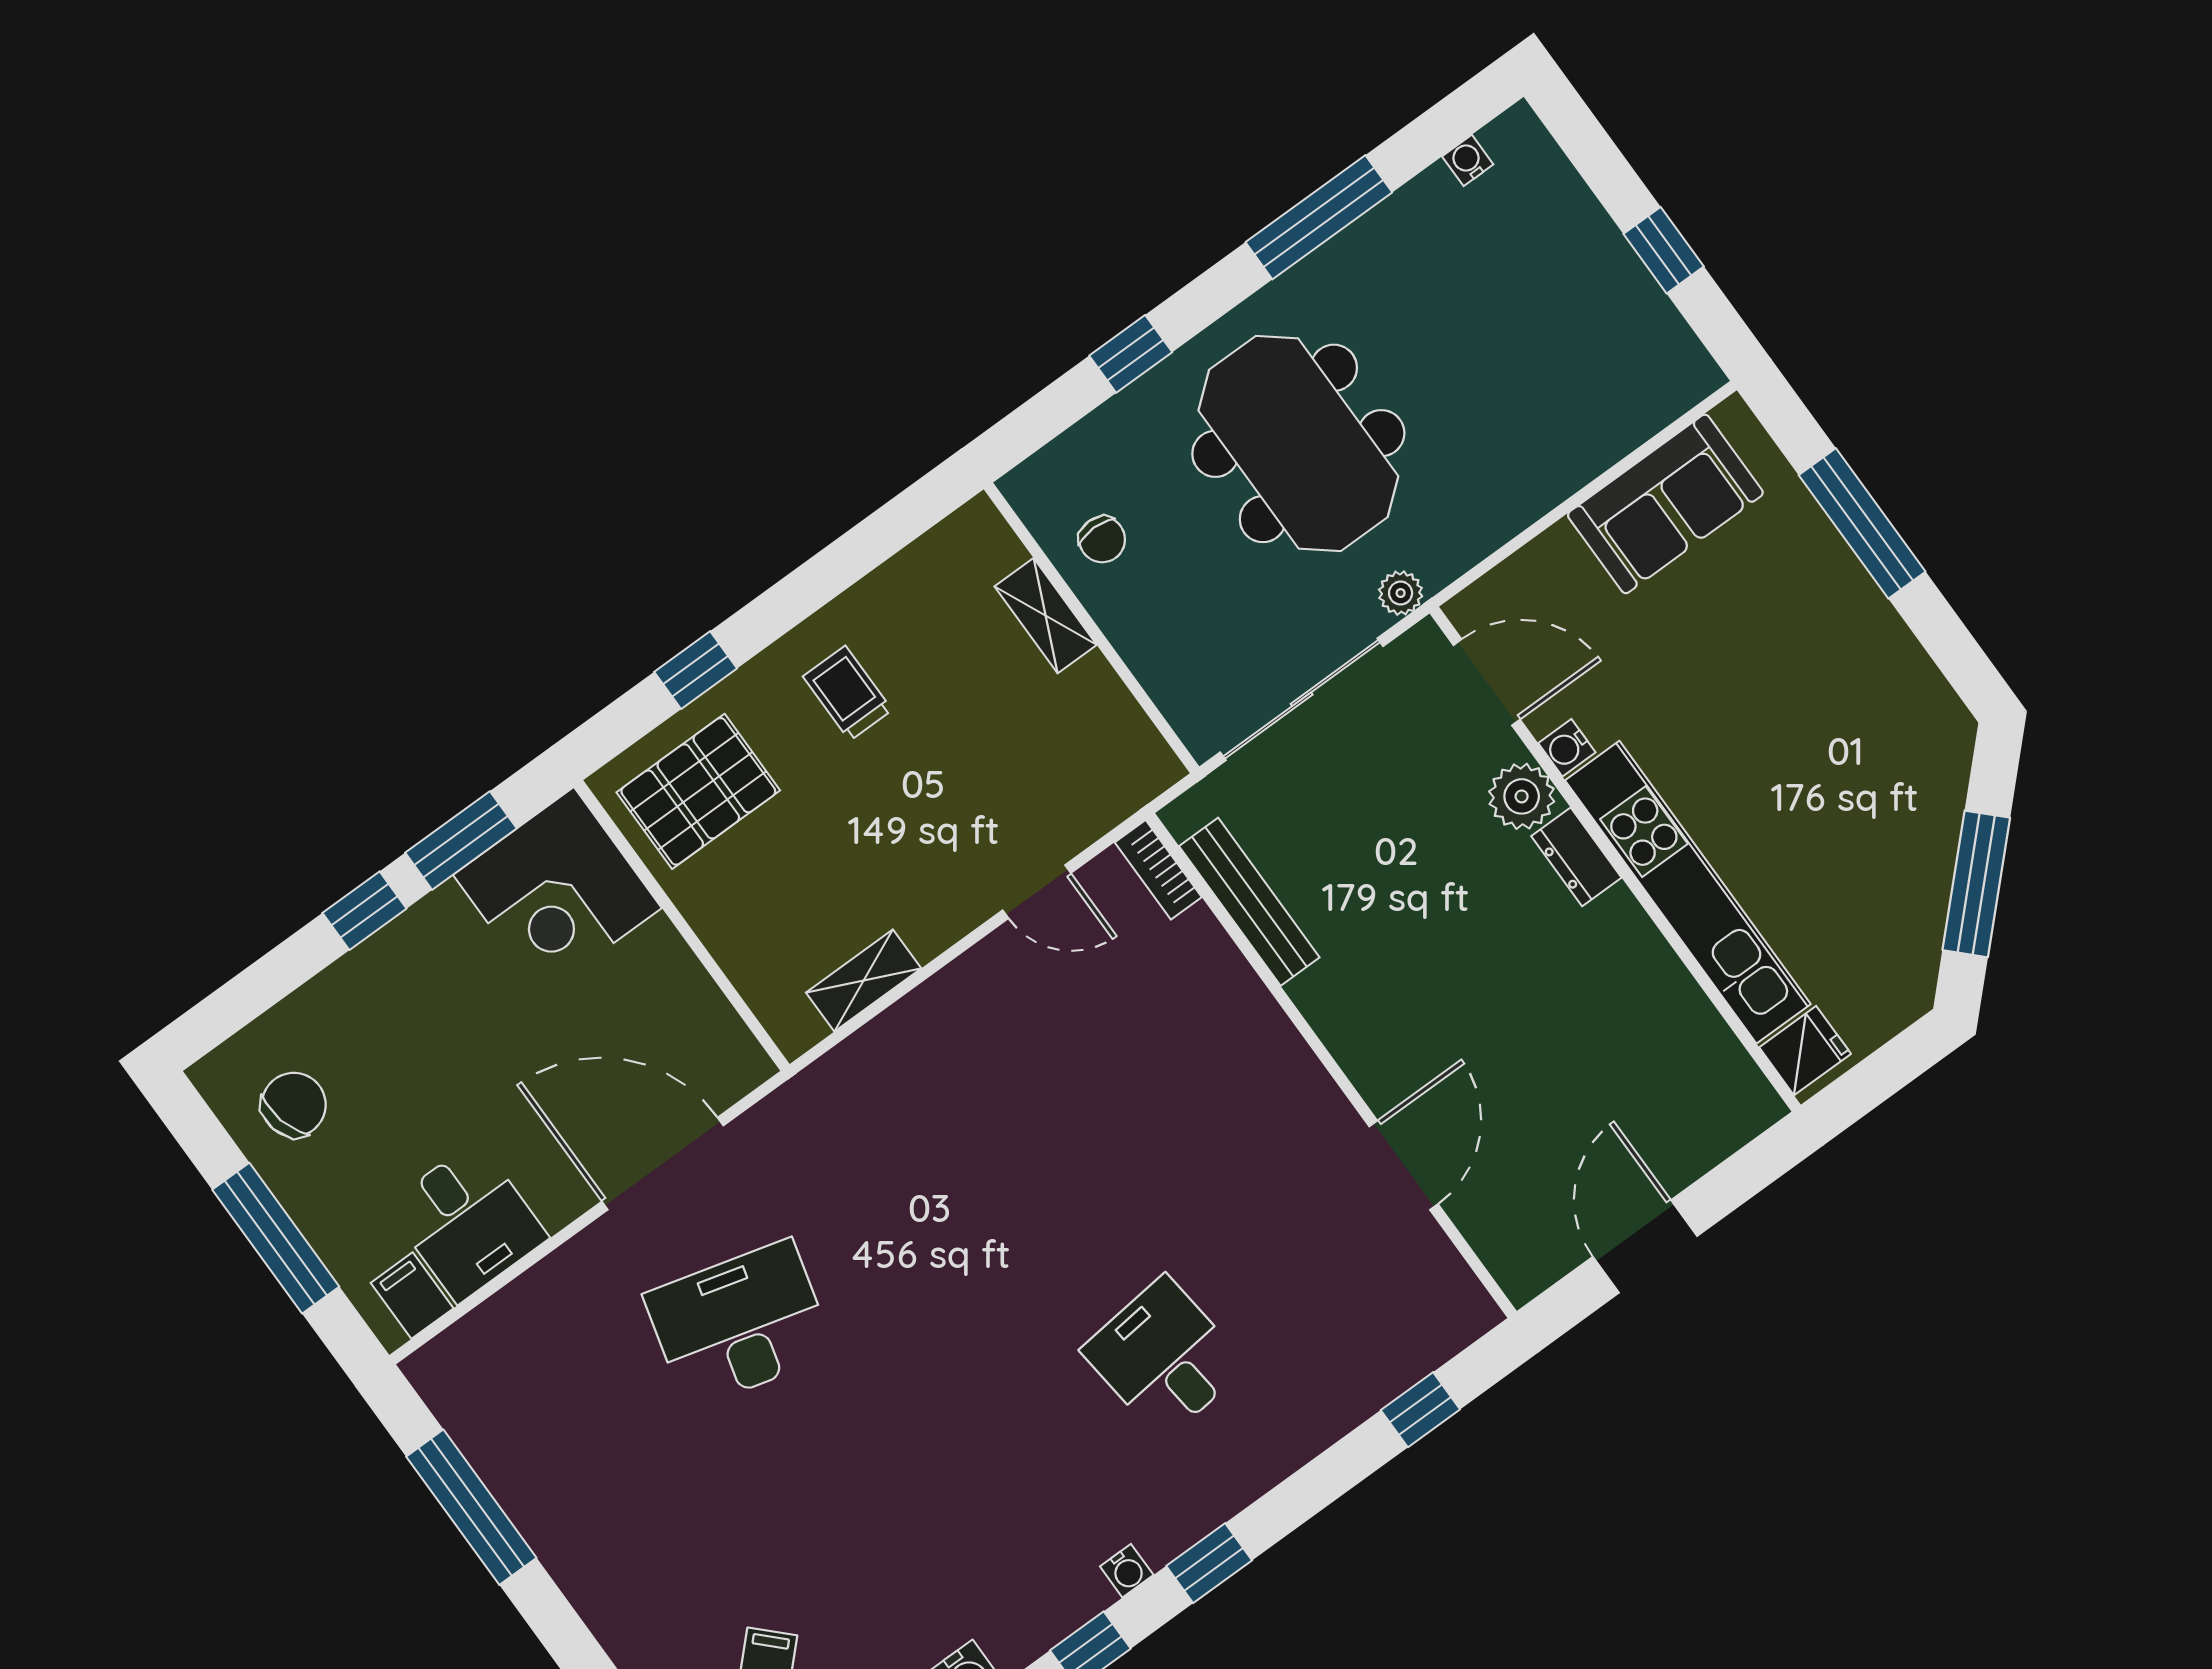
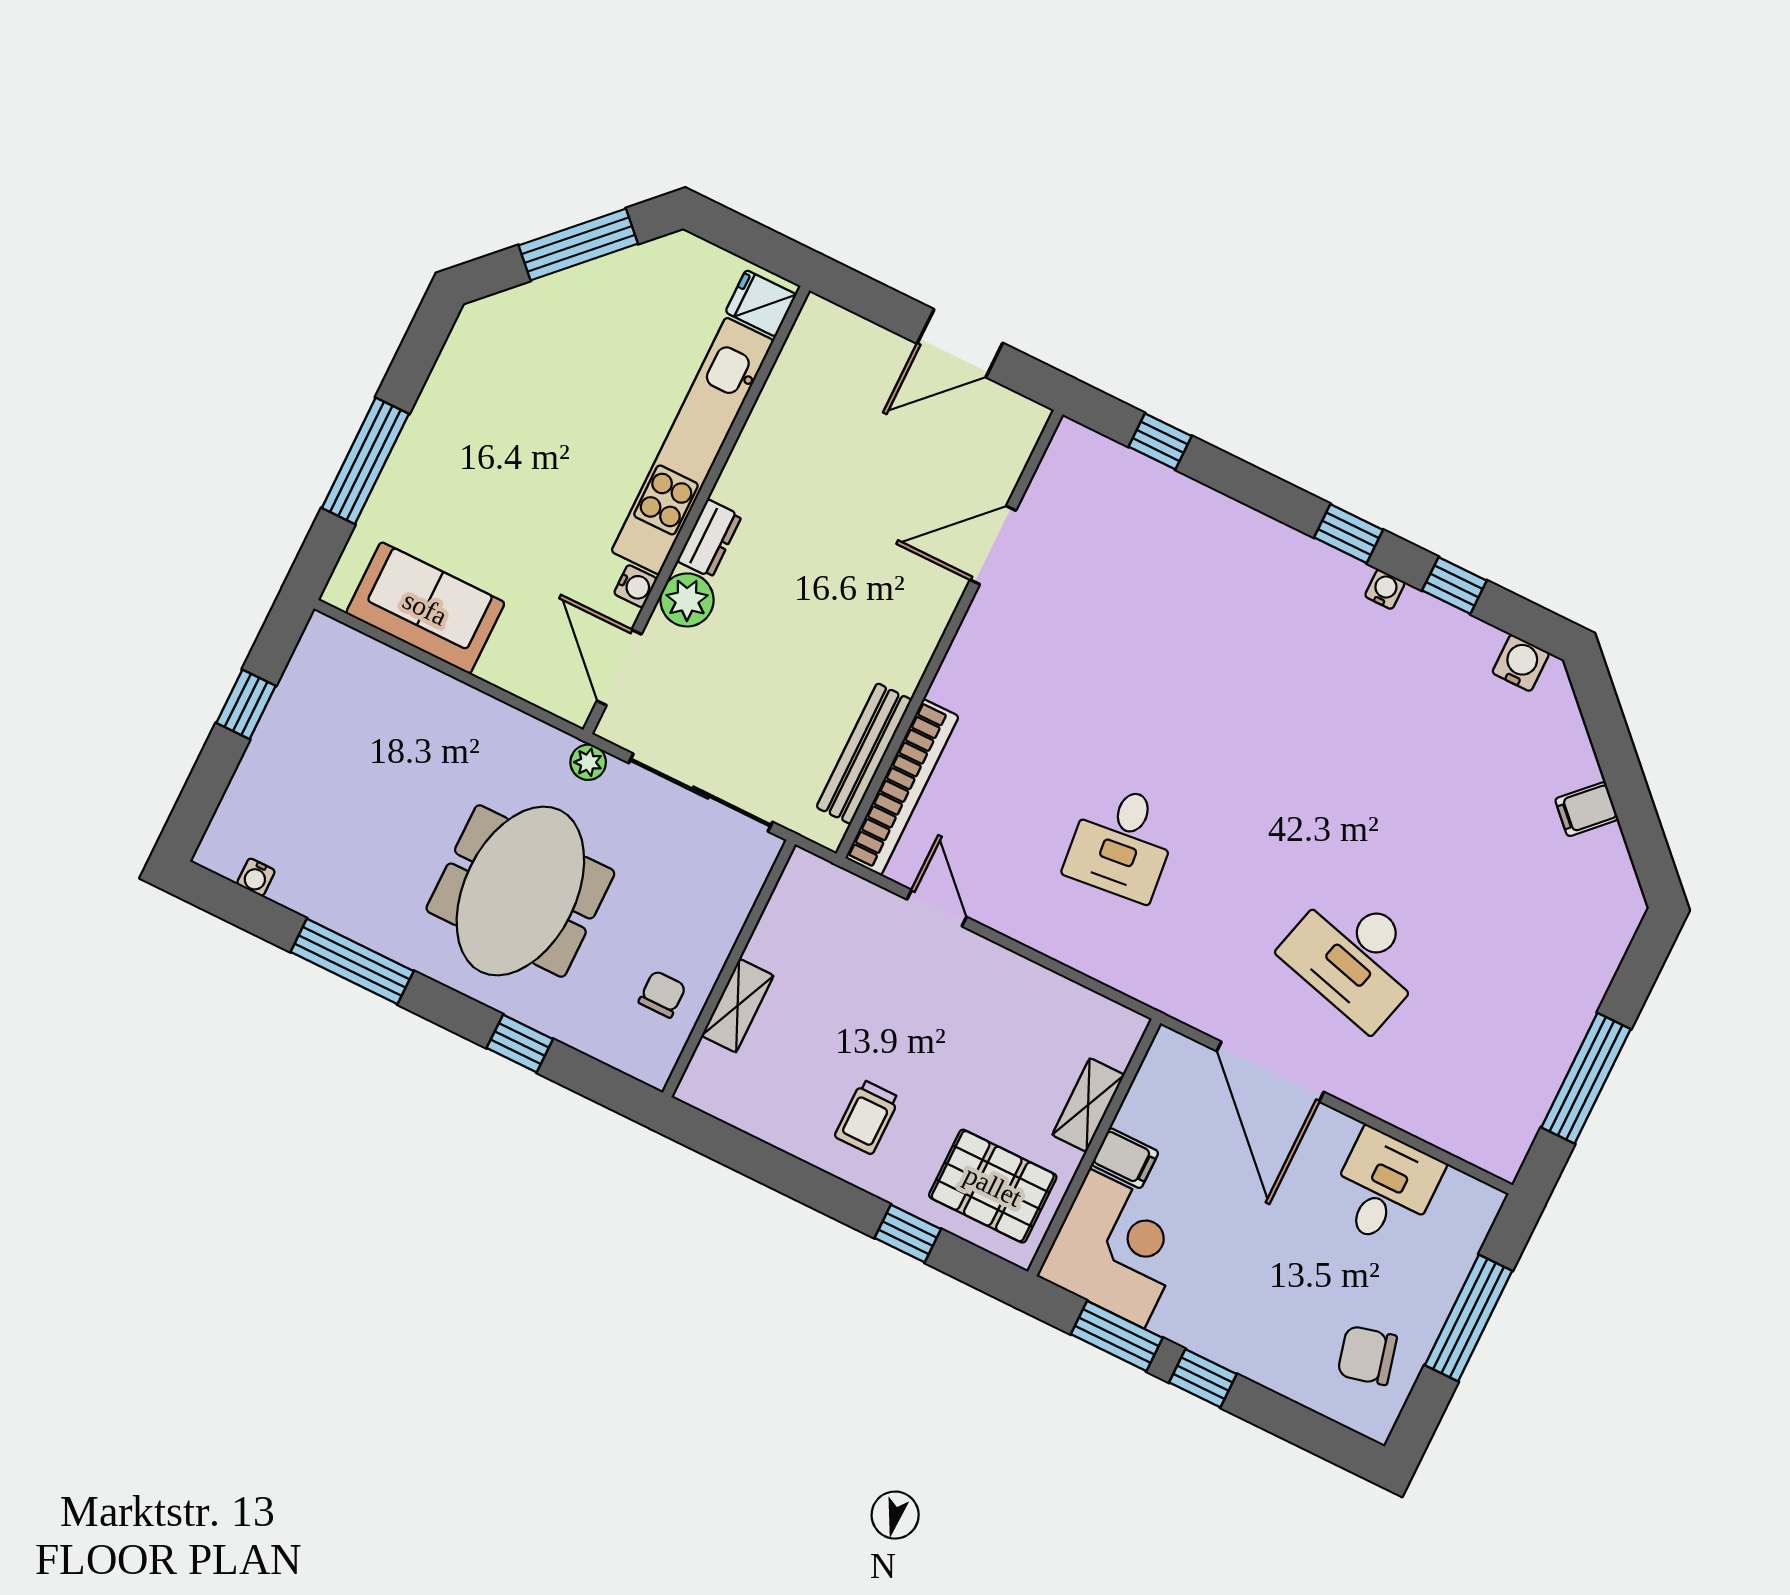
bookcase: (1158, 870) -> (902, 787), width x2.31, depth x1.31
shelving: (864, 980) -> (1088, 1105), moved, turned 90
filing cabinet: (412, 1296) -> (1125, 1158), moved, turned -90
desk: (1164, 1358) -> (1122, 842), moved

